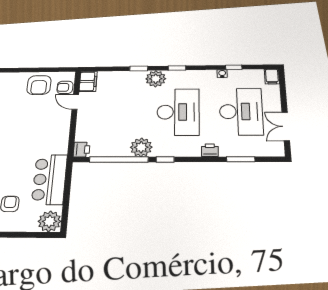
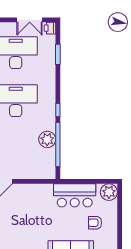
plant: (141, 147) -> (47, 139), moved
printer: (82, 149) -> (49, 173), removed
printer: (210, 150) -> (50, 28), moved

